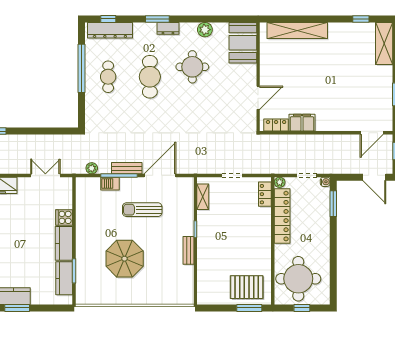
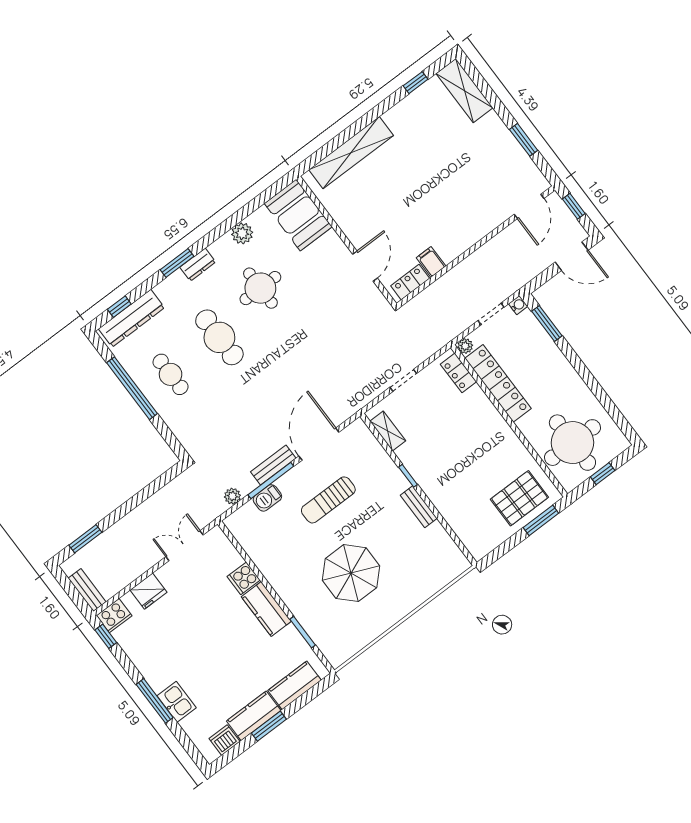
filing cabinet: (302, 123) -> (431, 262), width x0.50
kitchen counter: (64, 278) -> (294, 685), moved, turned 90

